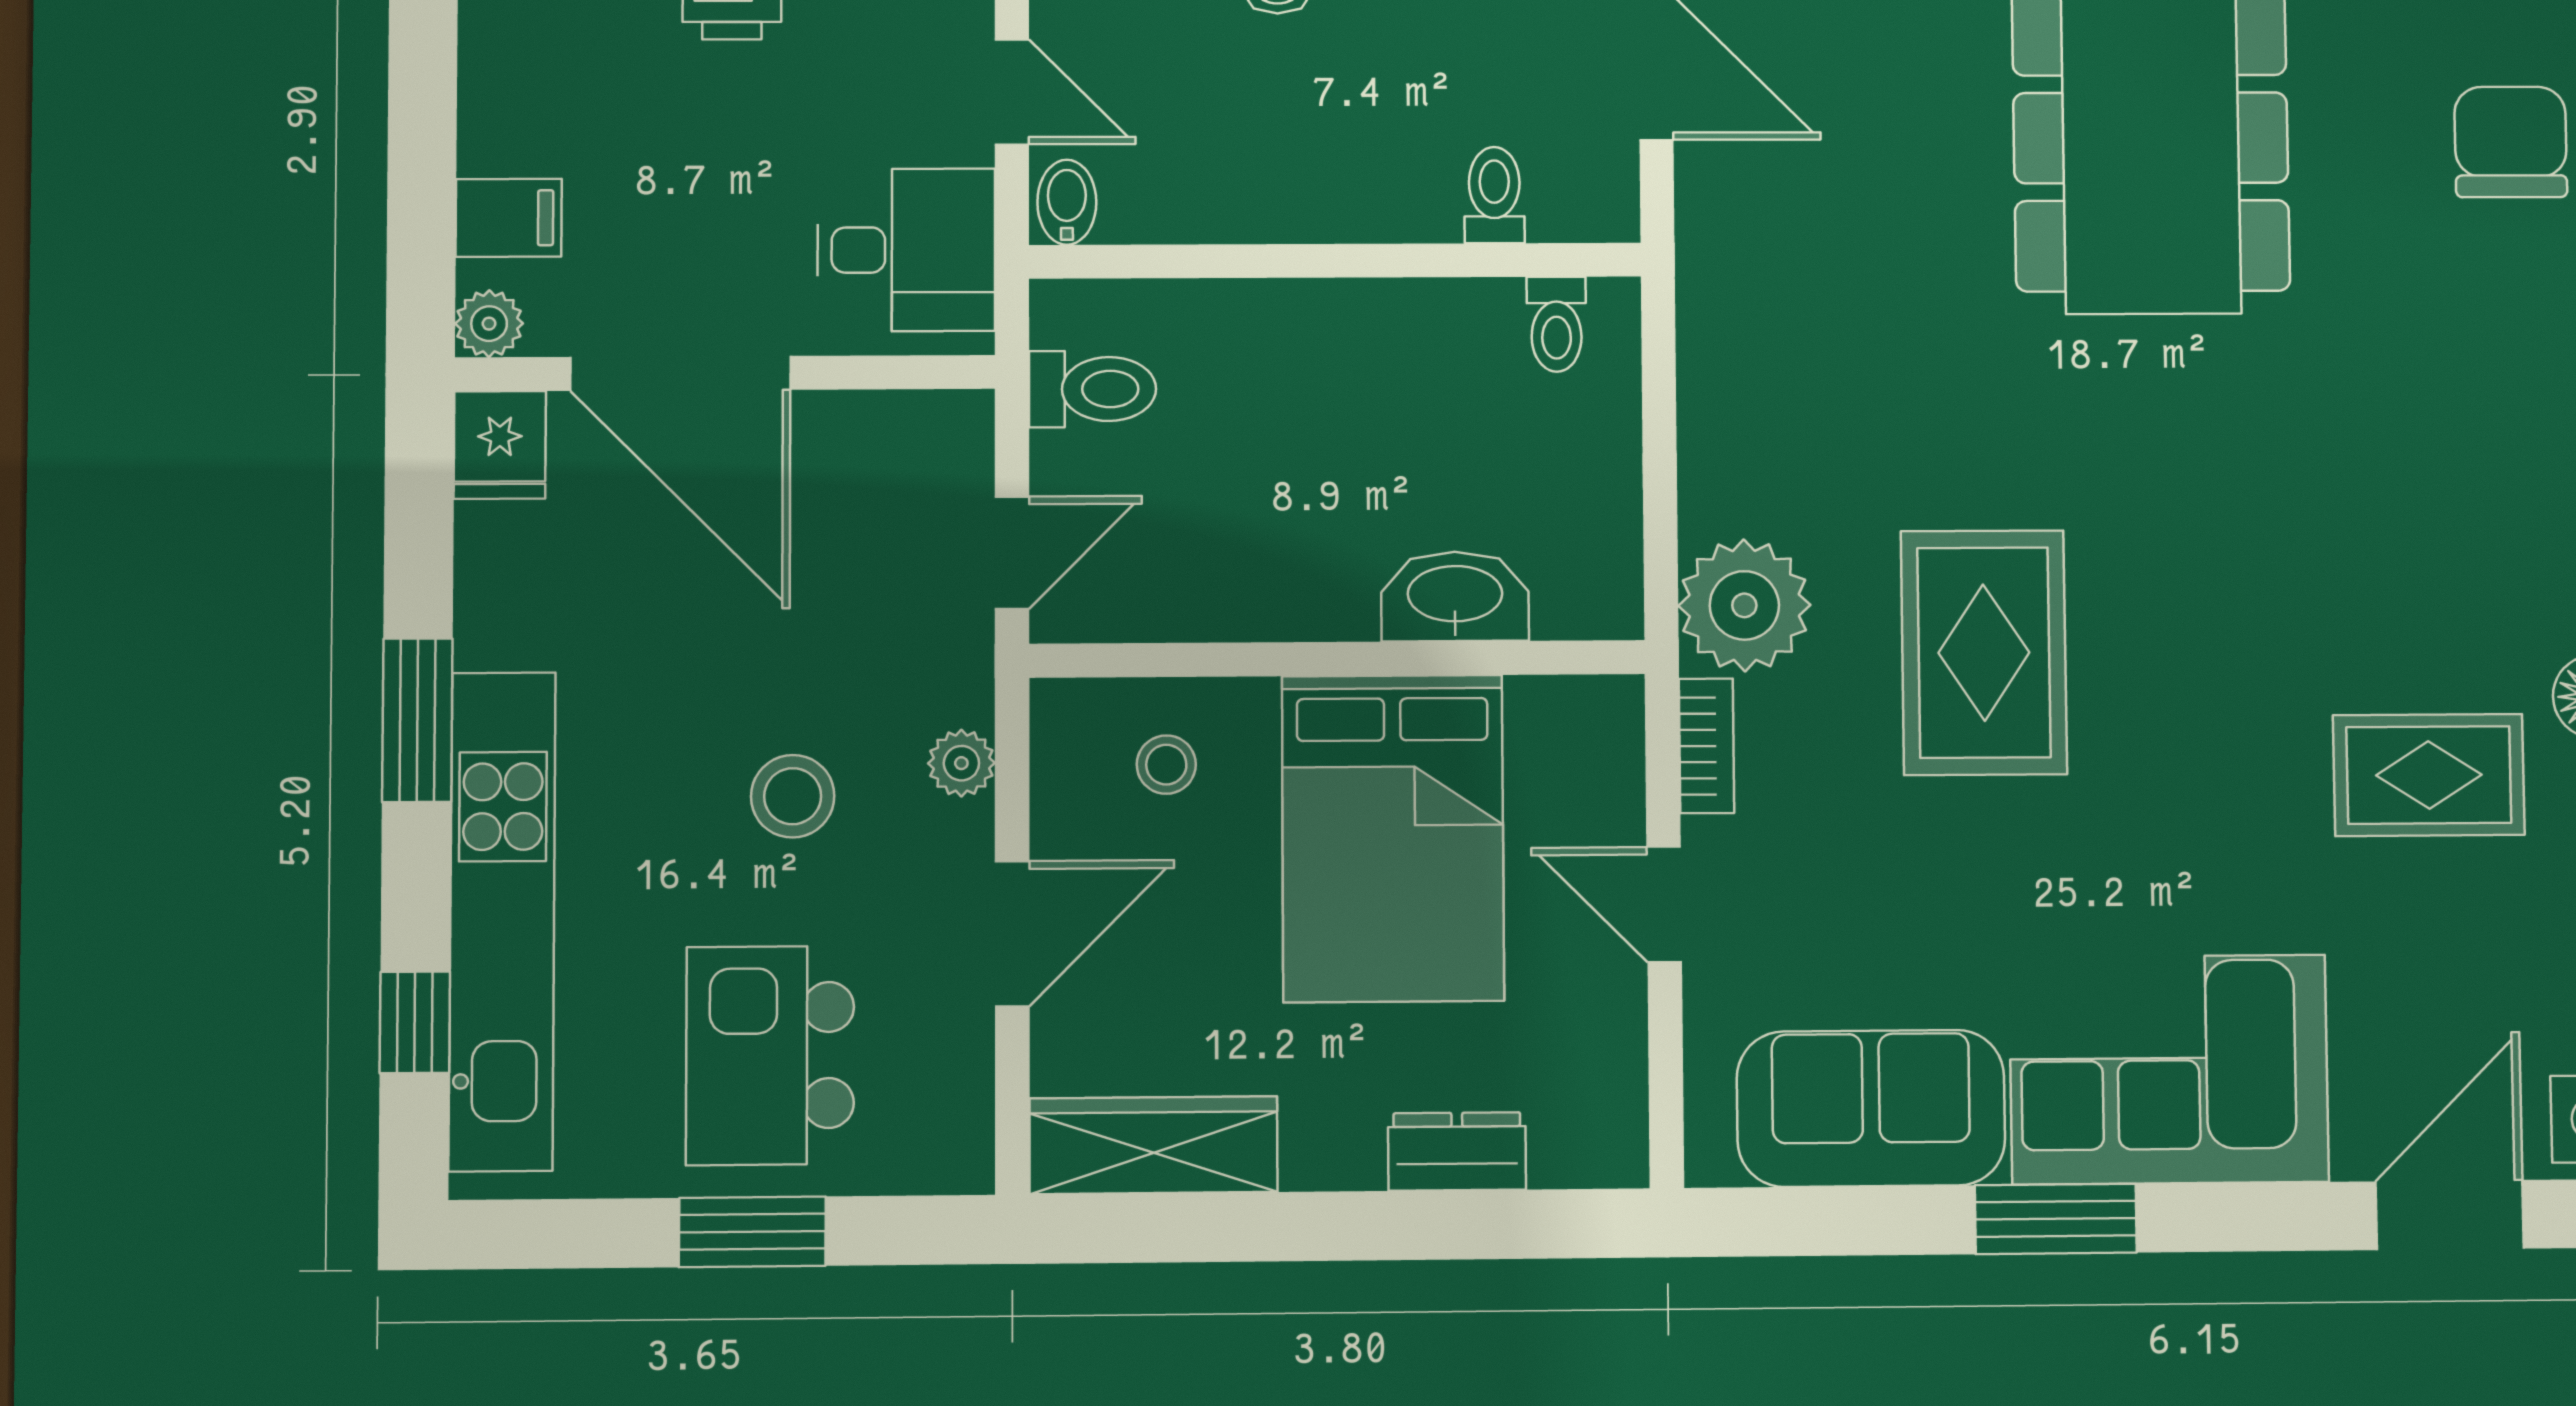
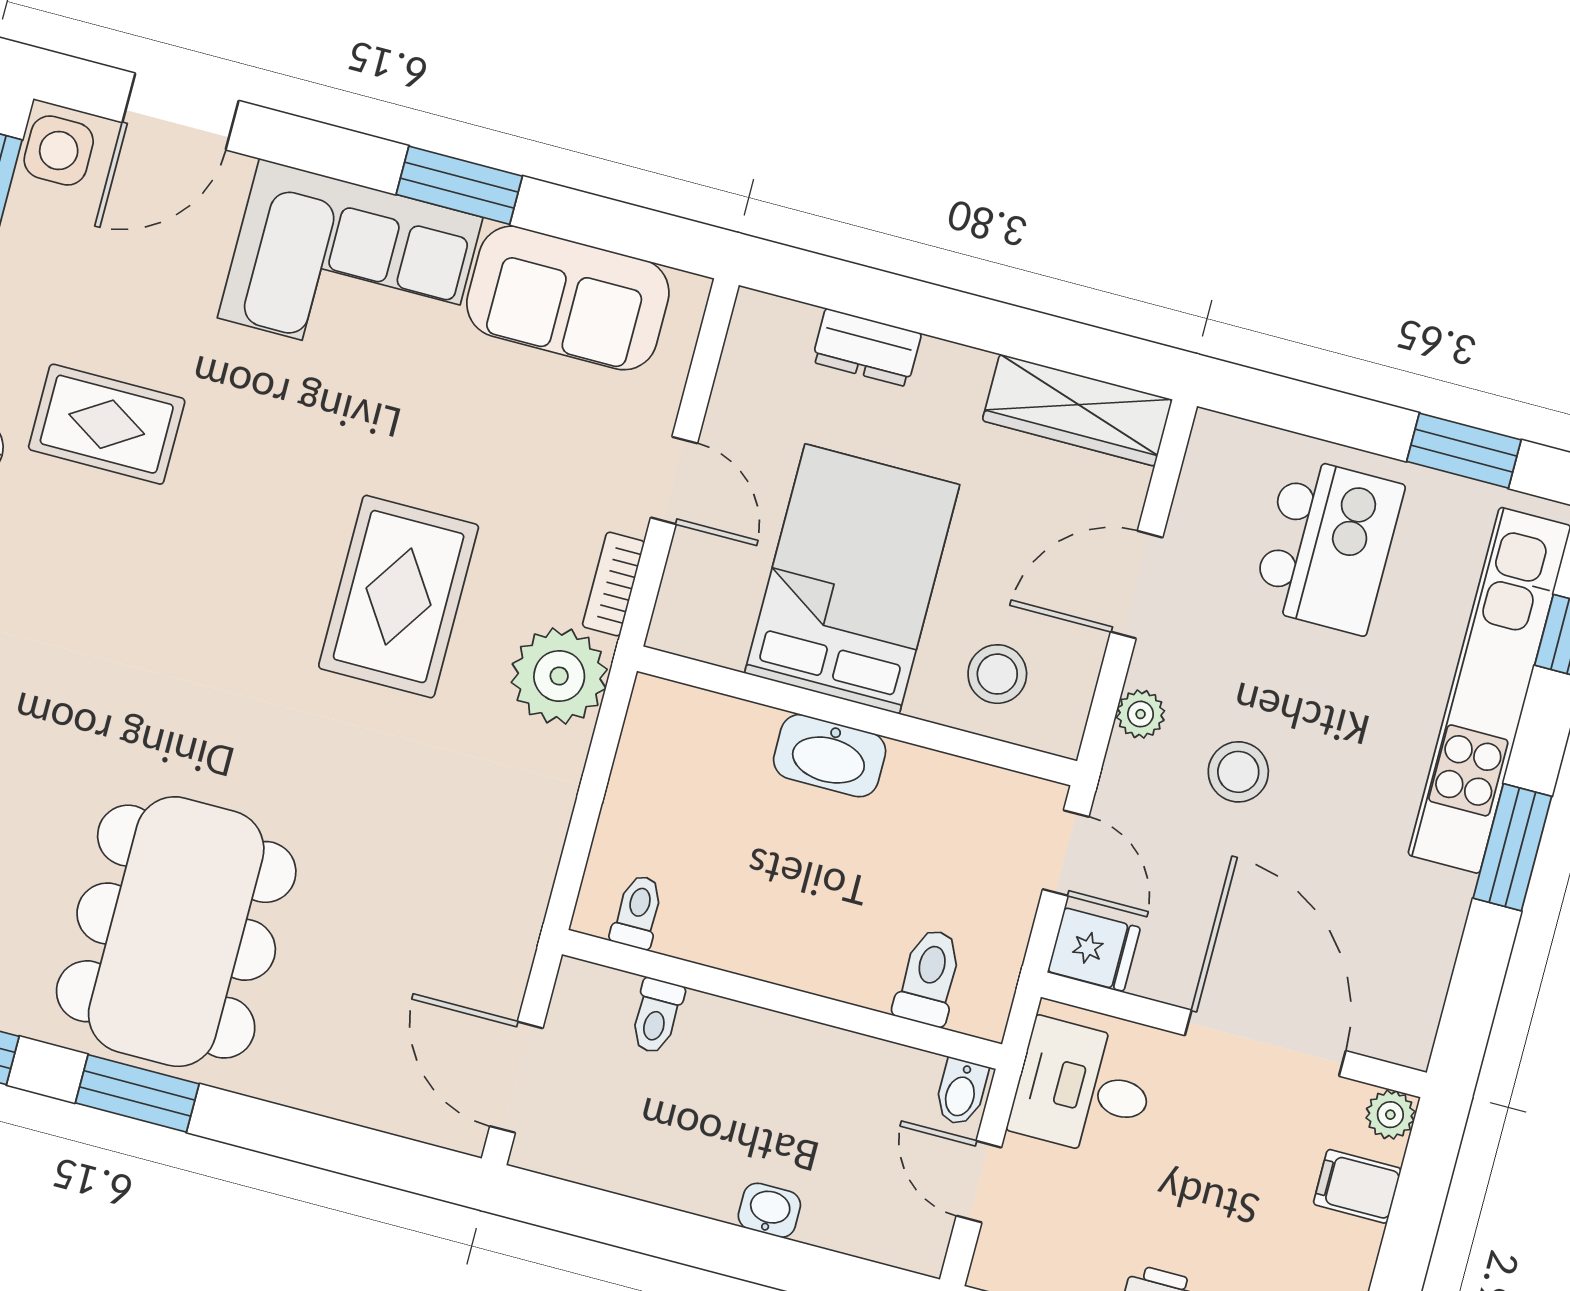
toilet: (1093, 389) -> (929, 977), moved, turned 90
fridge: (500, 445) -> (1094, 949), moved, turned 90
door: (1012, 553) -> (1066, 853), swing flipped
washbasin: (1455, 596) -> (830, 756), moved
stool: (1166, 765) -> (997, 674), width x1.37, depth x1.37
stool: (793, 796) -> (1238, 772), moved
window: (752, 1232) -> (1464, 451), moved

